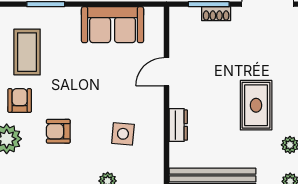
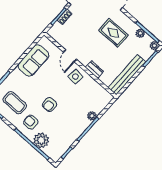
armchair: (58, 131) -> (50, 105), moved
side table: (123, 134) -> (75, 77), moved

